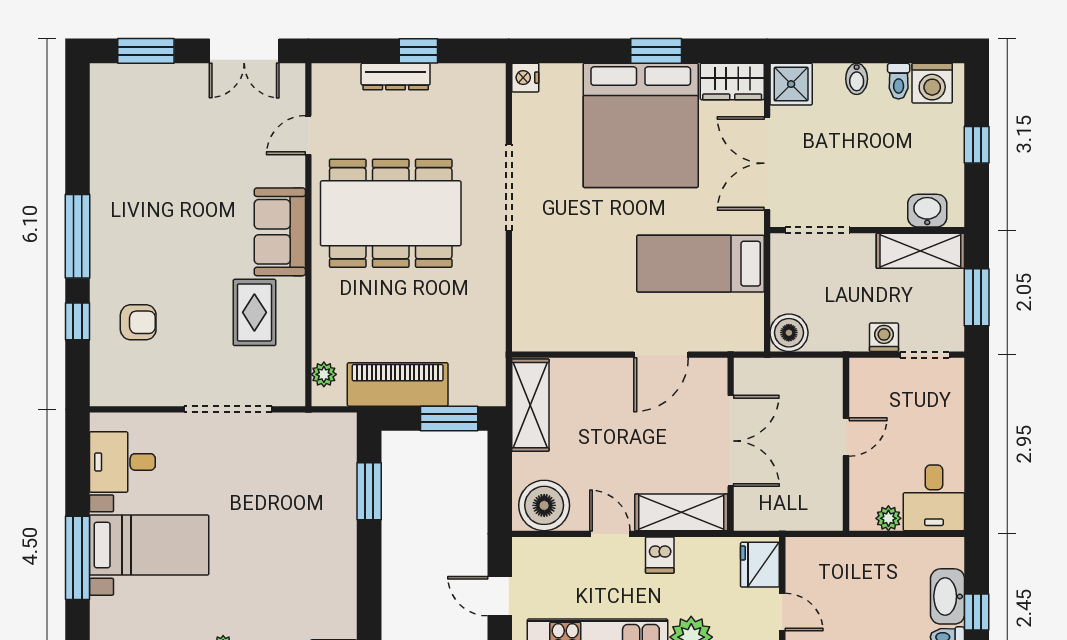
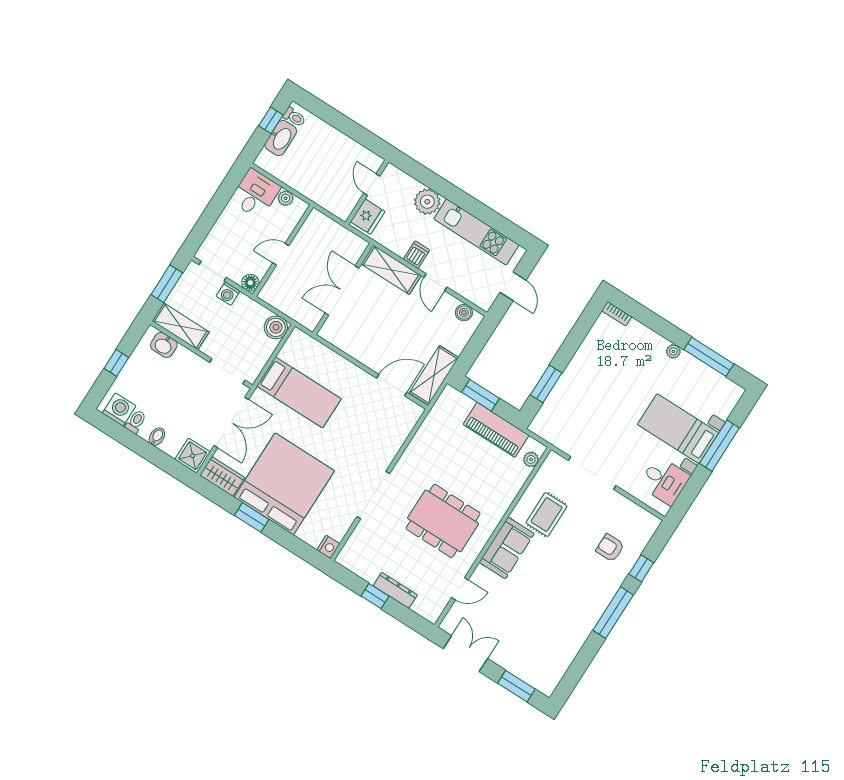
dining table: (391, 213) -> (443, 521), width x0.73, depth x0.80
door: (661, 355) -> (392, 385), moved
floor lamp: (863, 372) -> (250, 283), added
boiler: (544, 505) -> (464, 313), width x0.54, depth x0.54

